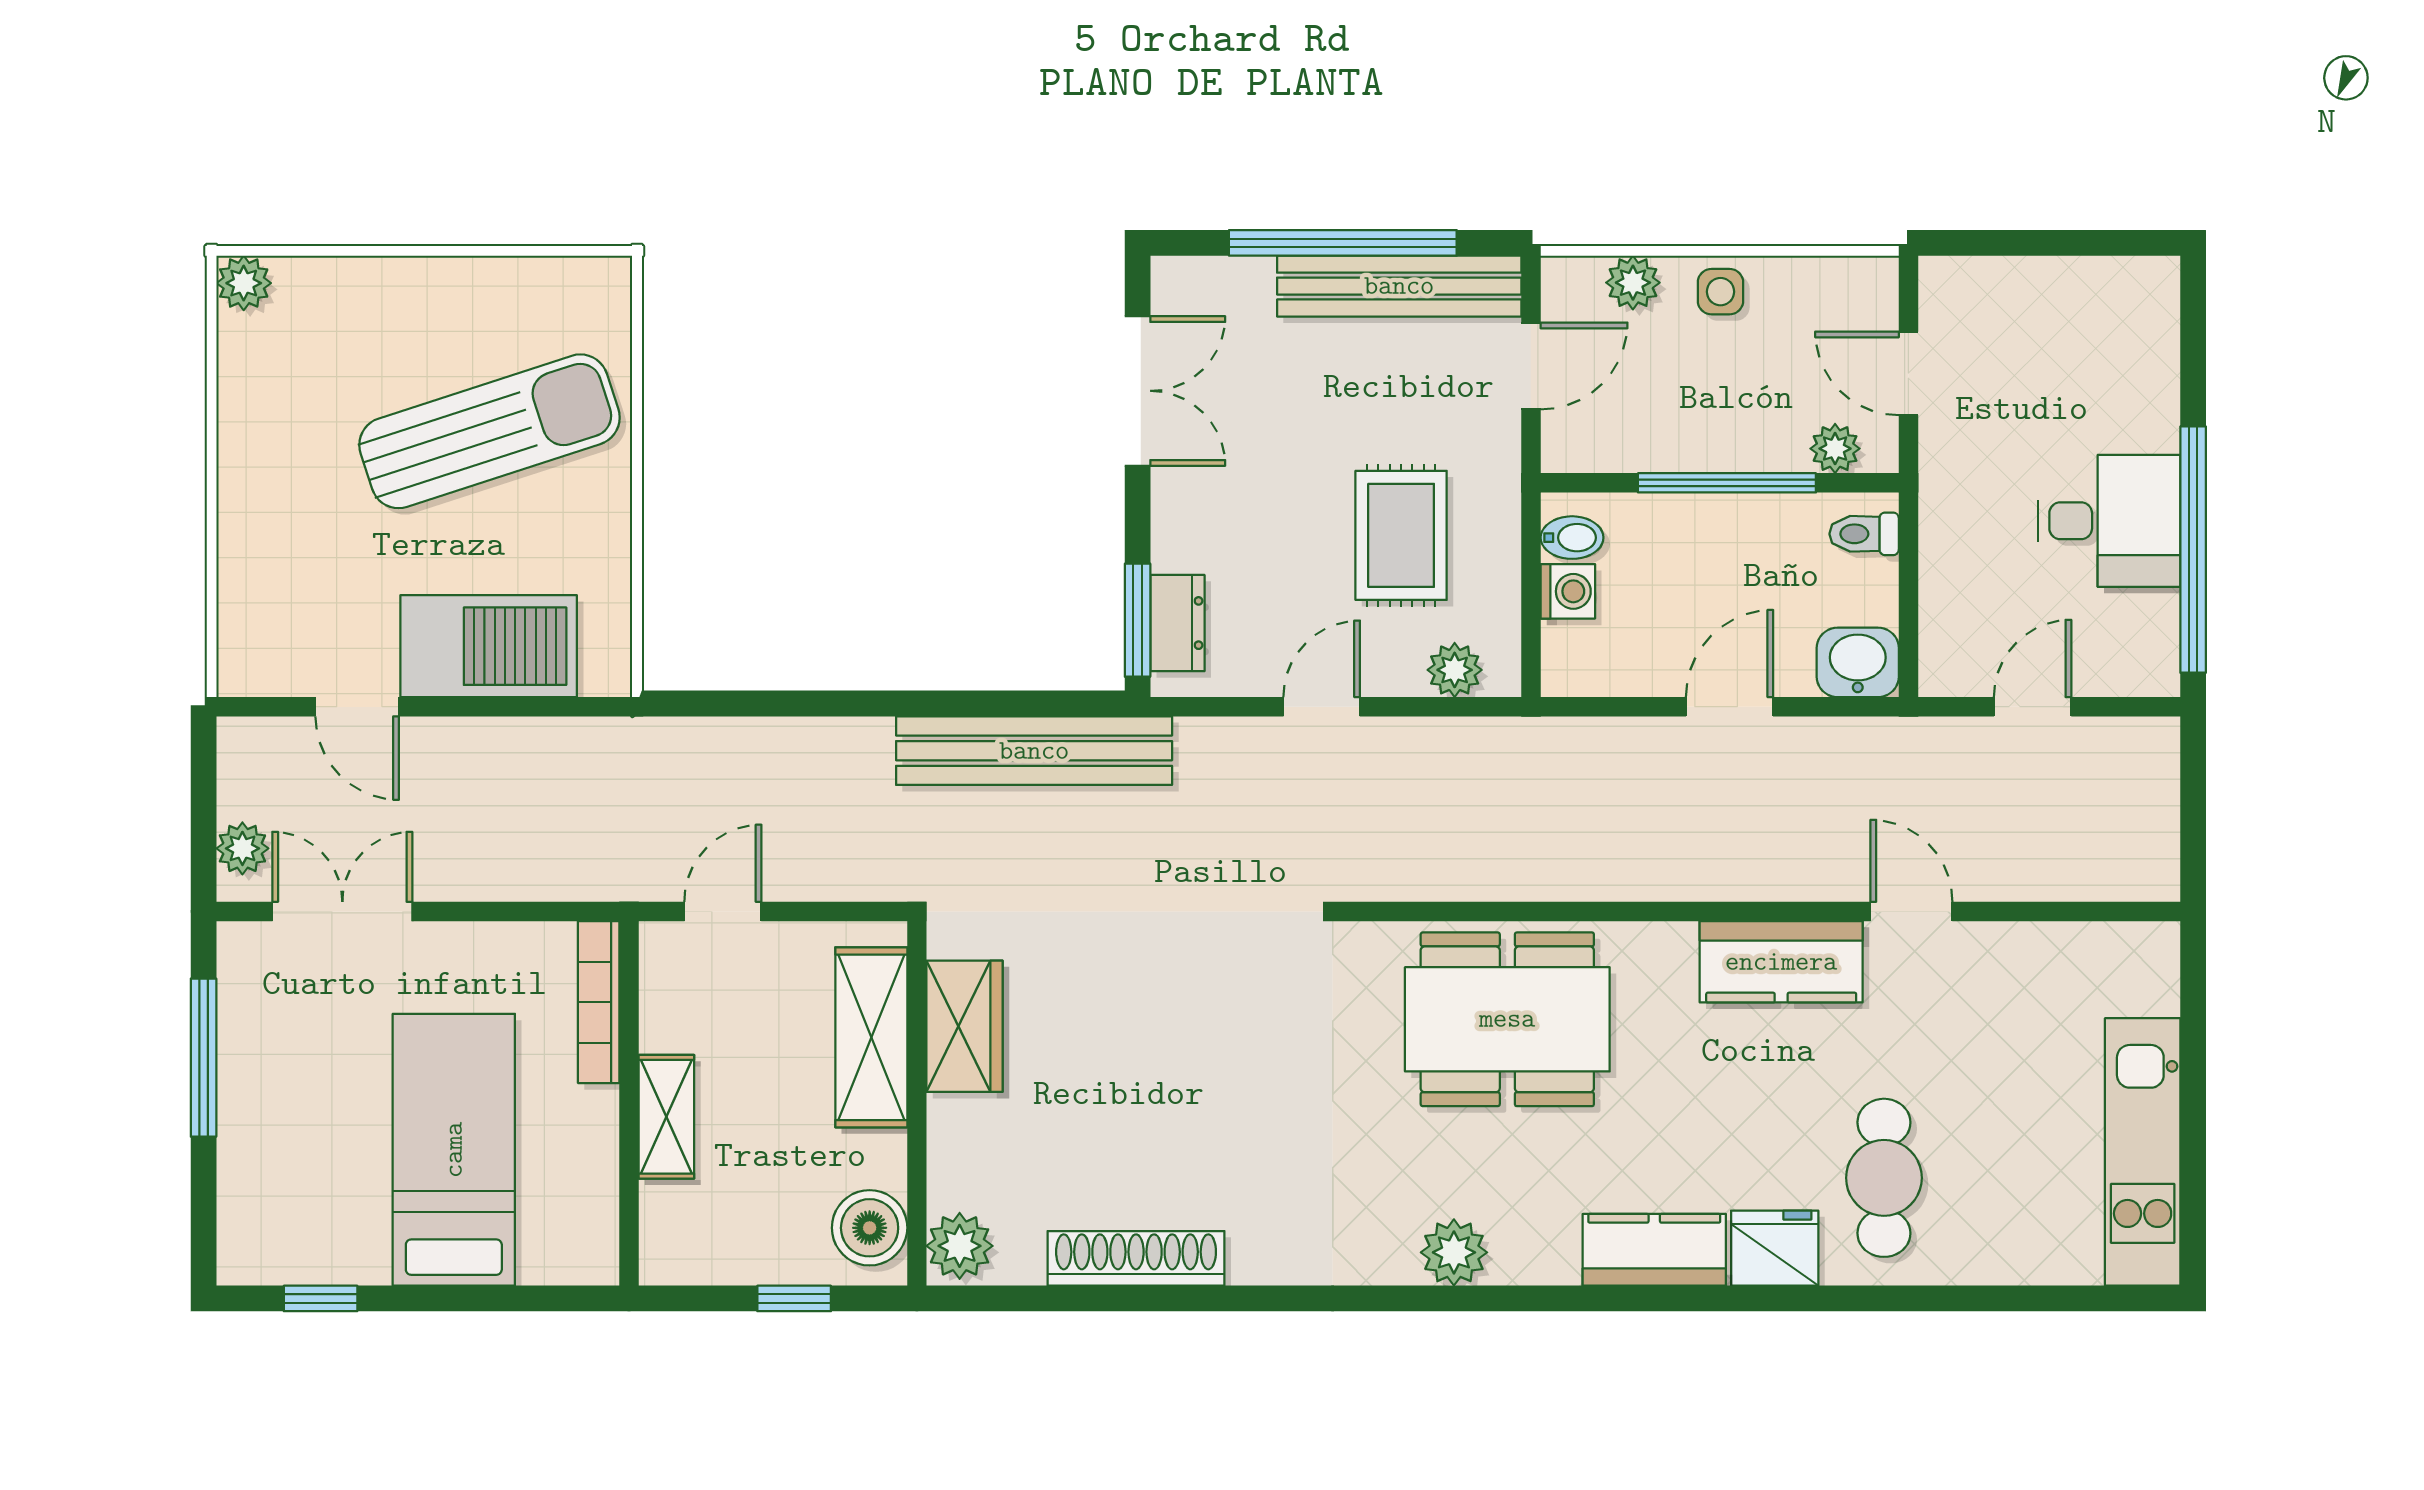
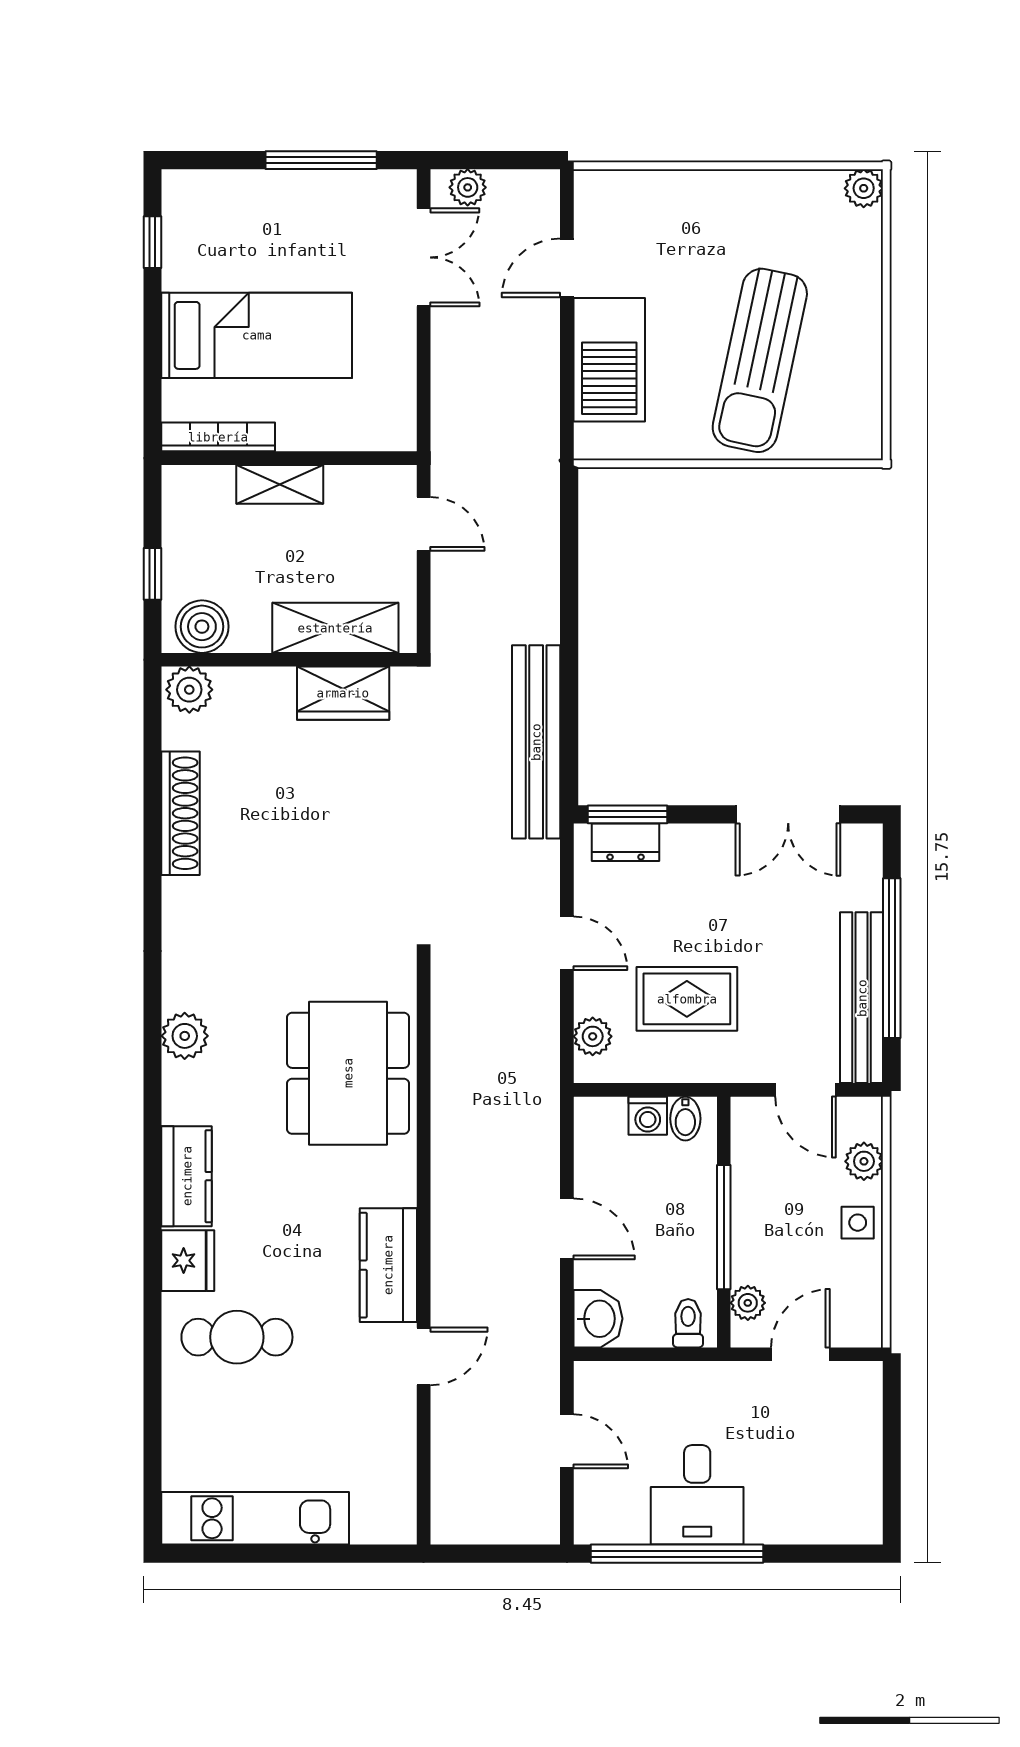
sun lounger: (489, 431) -> (760, 360), turned 30
bookcase: (599, 1002) -> (218, 437), moved

